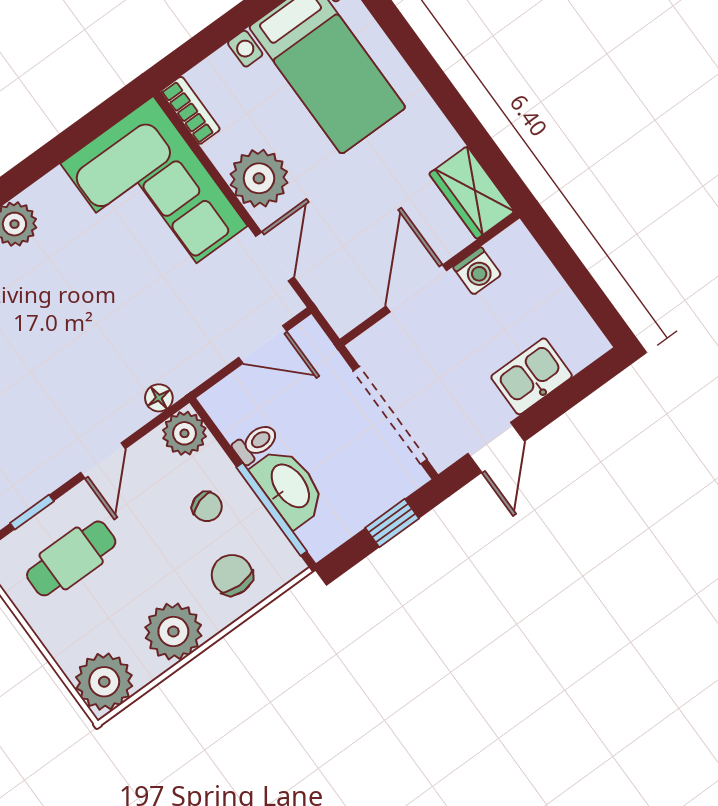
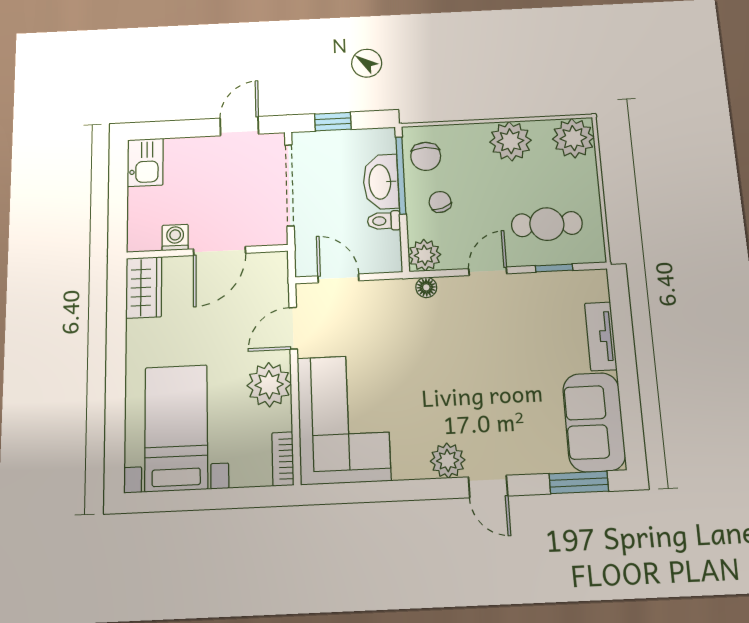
kitchen sink: (532, 376) -> (145, 162), moved, turned -90
chair: (232, 575) -> (426, 156), moved

